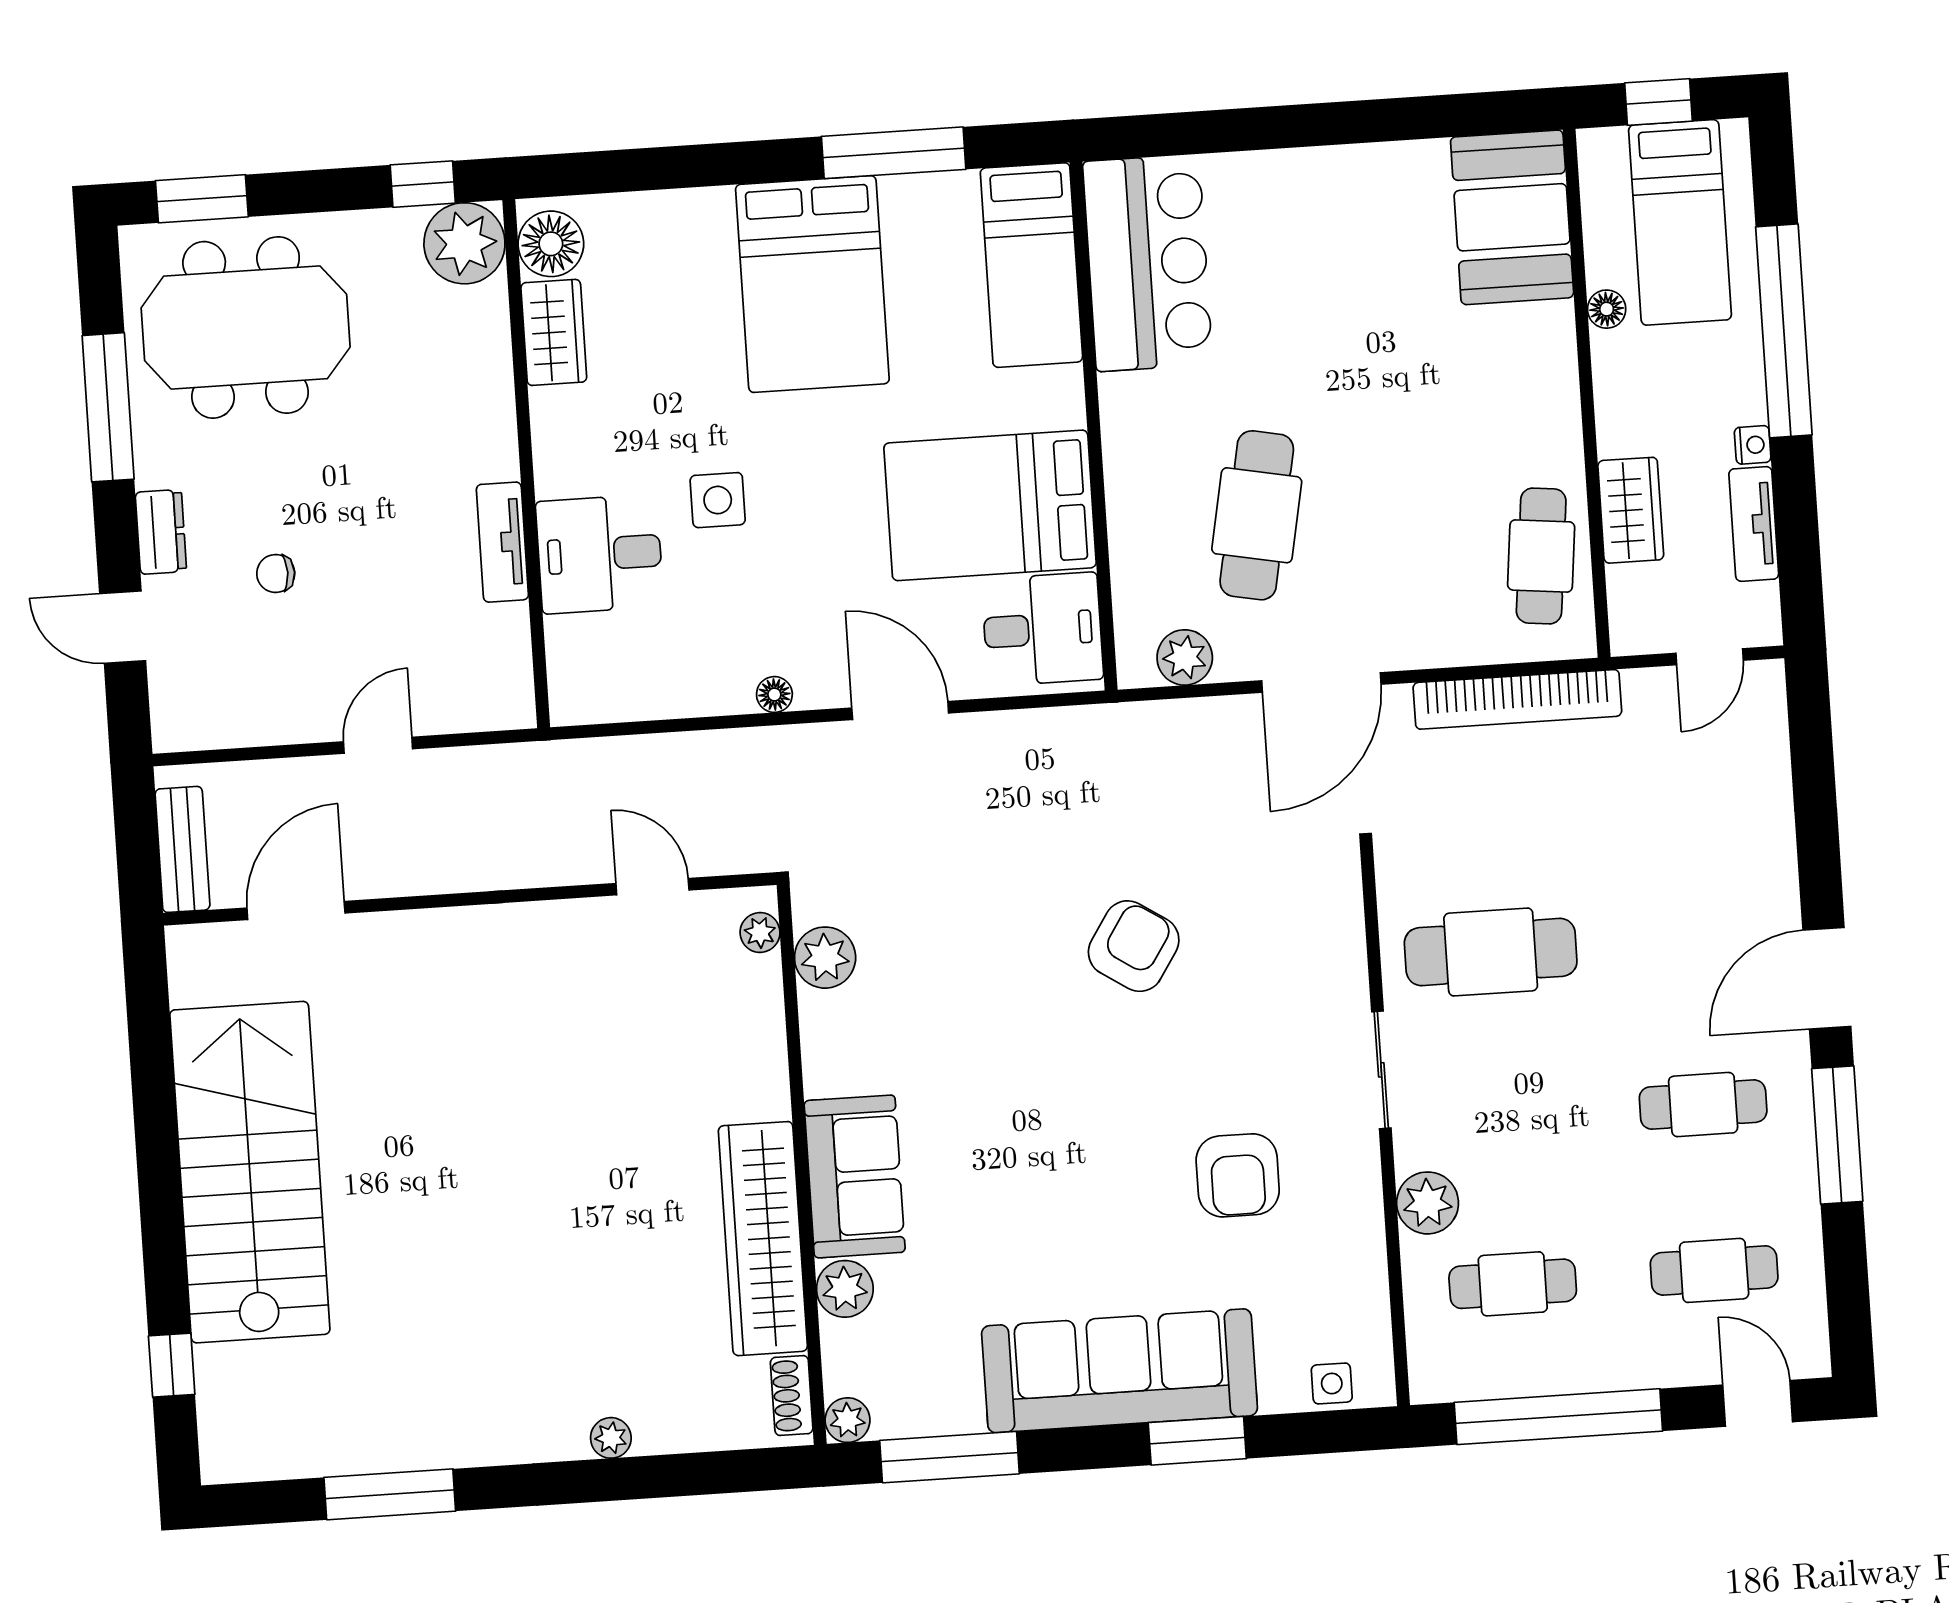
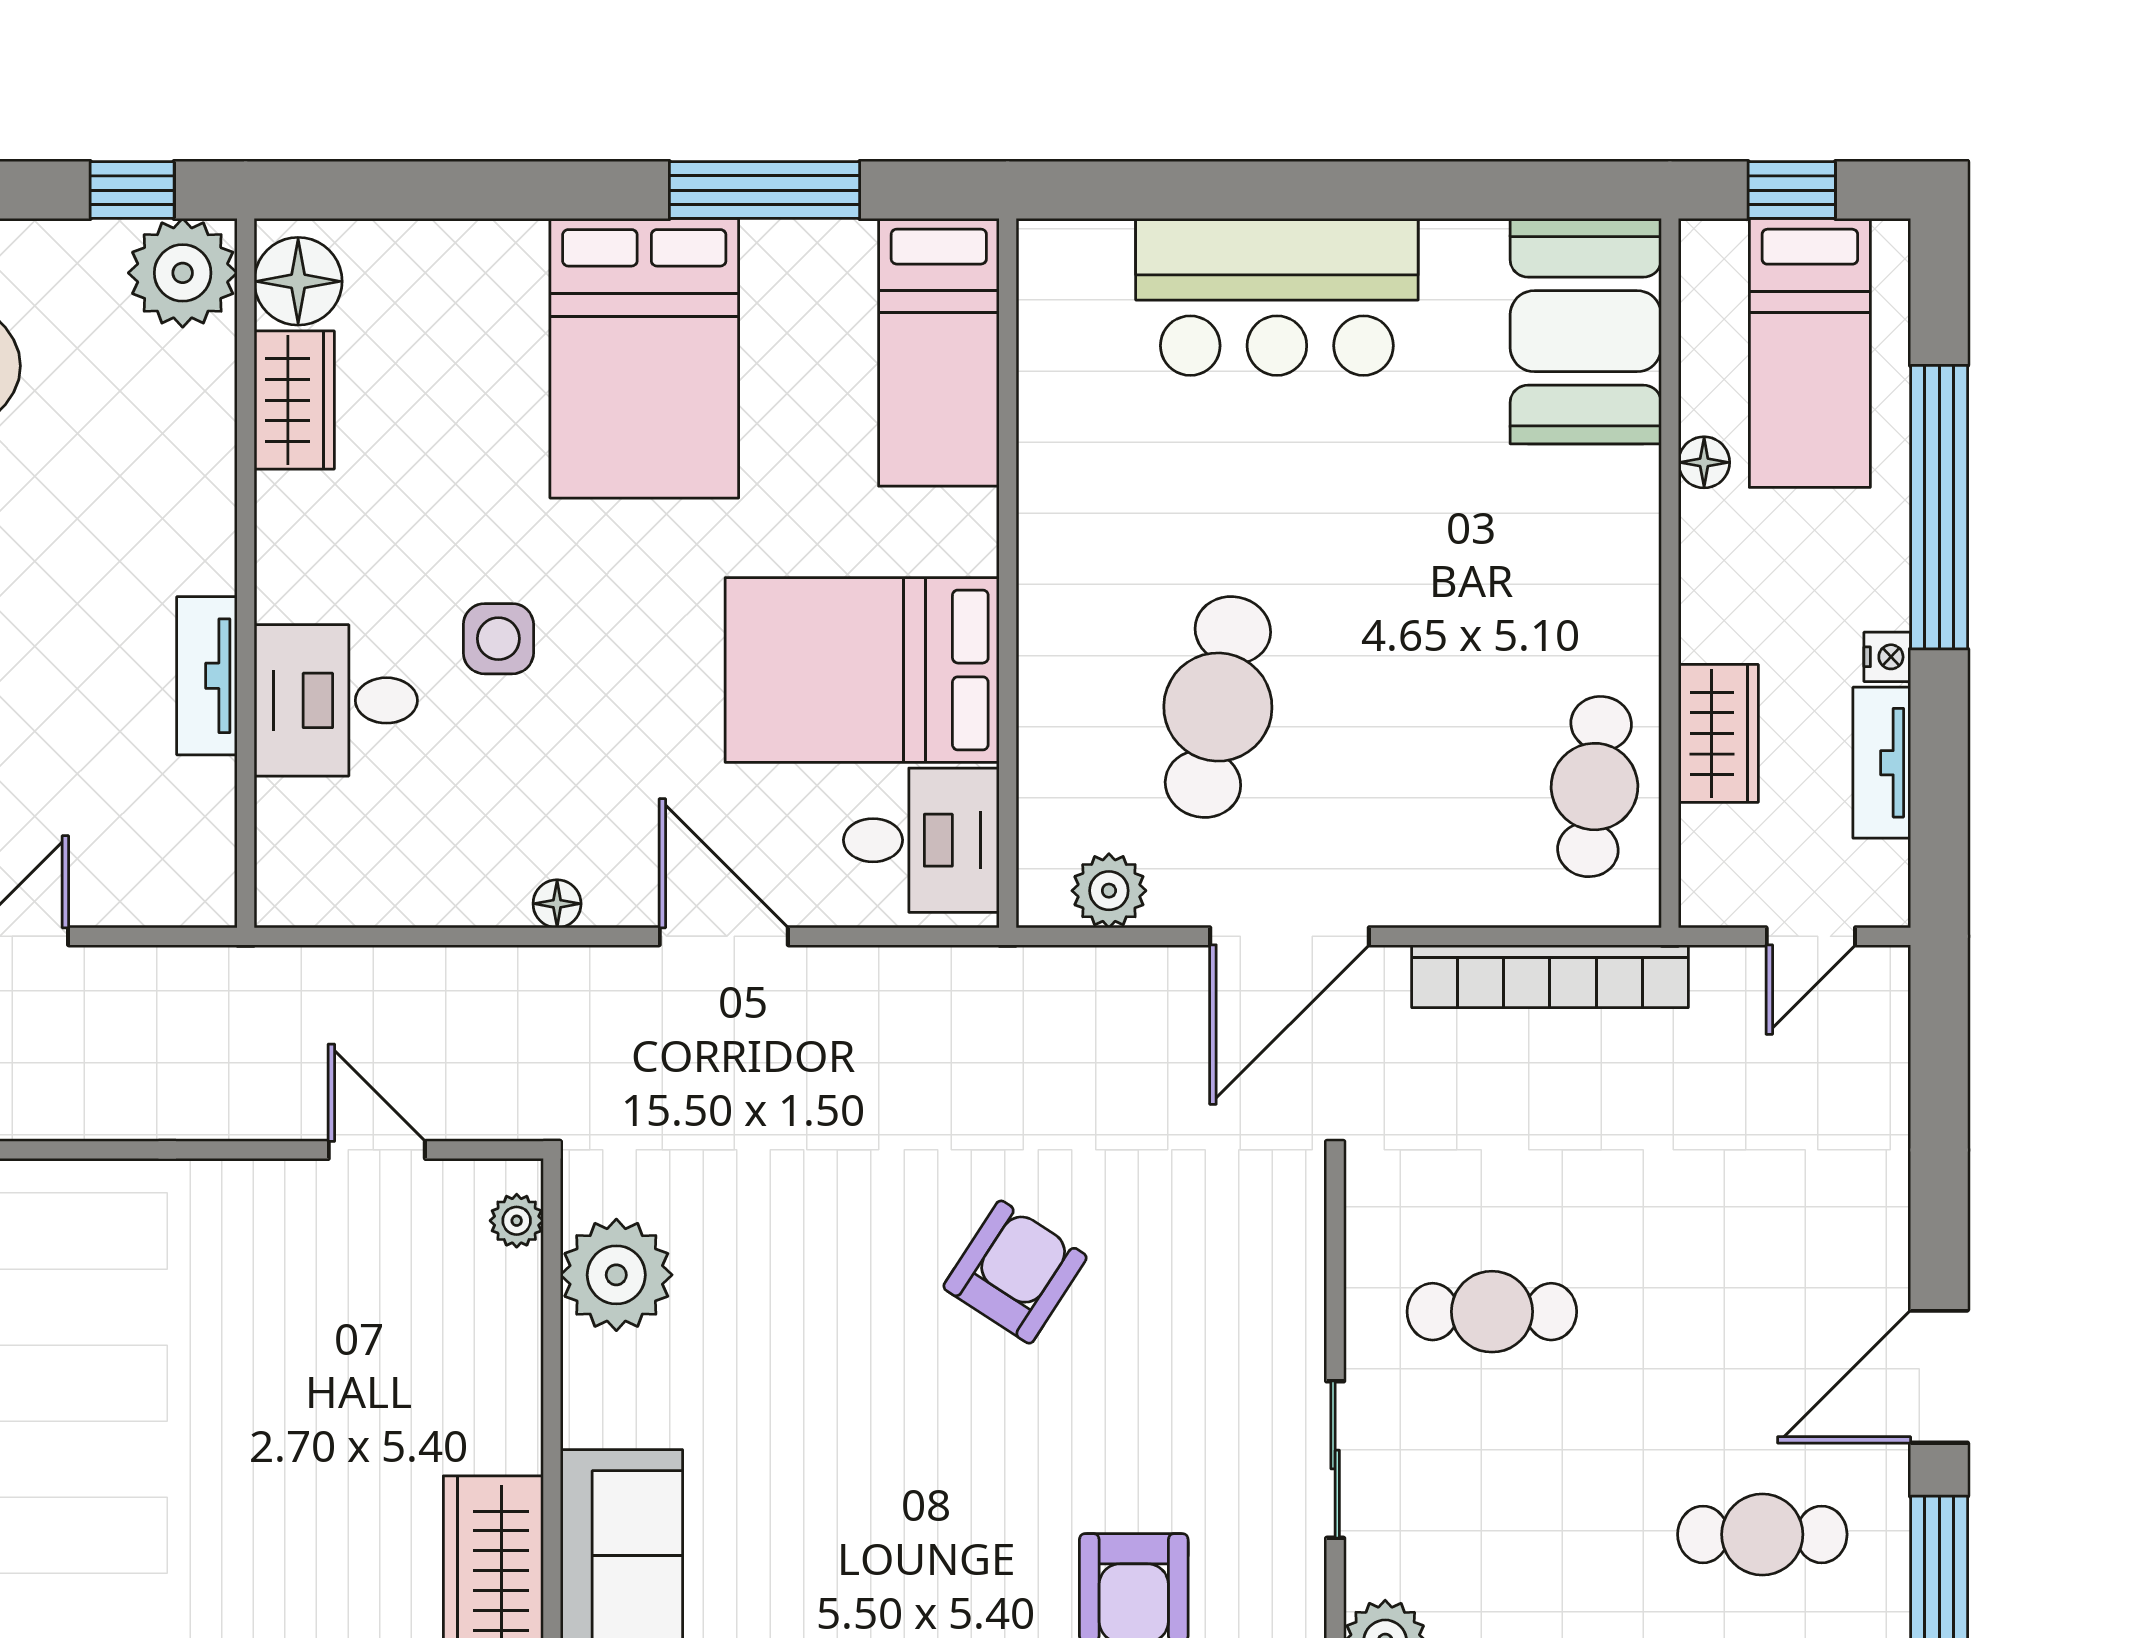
bar counter: (1148, 263) -> (1277, 297), moved, turned 90
cafe table: (1491, 952) -> (1492, 1312), width x0.73, depth x0.74
plant: (825, 958) -> (616, 1275), width x1.36, depth x1.36

